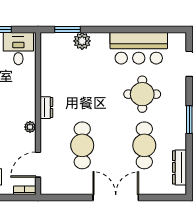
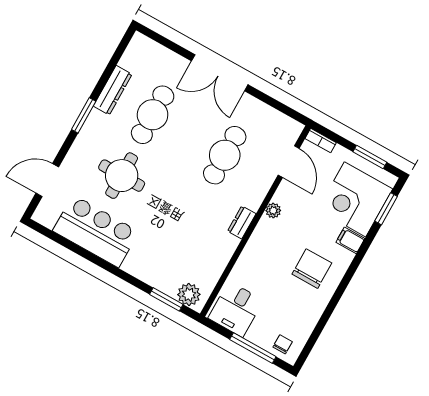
plant: (82, 41) -> (189, 295), moved
door: (38, 165) -> (289, 162), hinge flipped
dresser: (179, 167) -> (113, 90), moved

